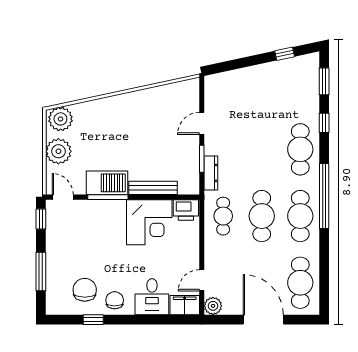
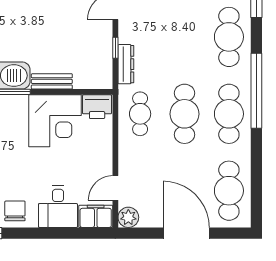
window: (202, 159) -> (115, 48), width x0.67
bench: (153, 188) -> (52, 81), width x0.73

